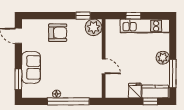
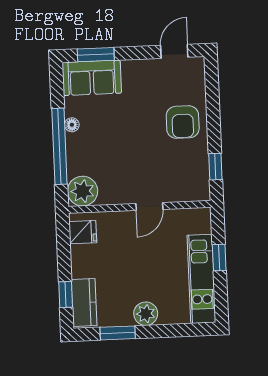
plant: (94, 27) -> (83, 191), moved
door: (104, 66) -> (149, 206), moved
sofa: (31, 67) -> (92, 78), moved
window: (173, 74) -> (118, 333), width x0.69
fridge: (135, 91) -> (83, 232), moved

